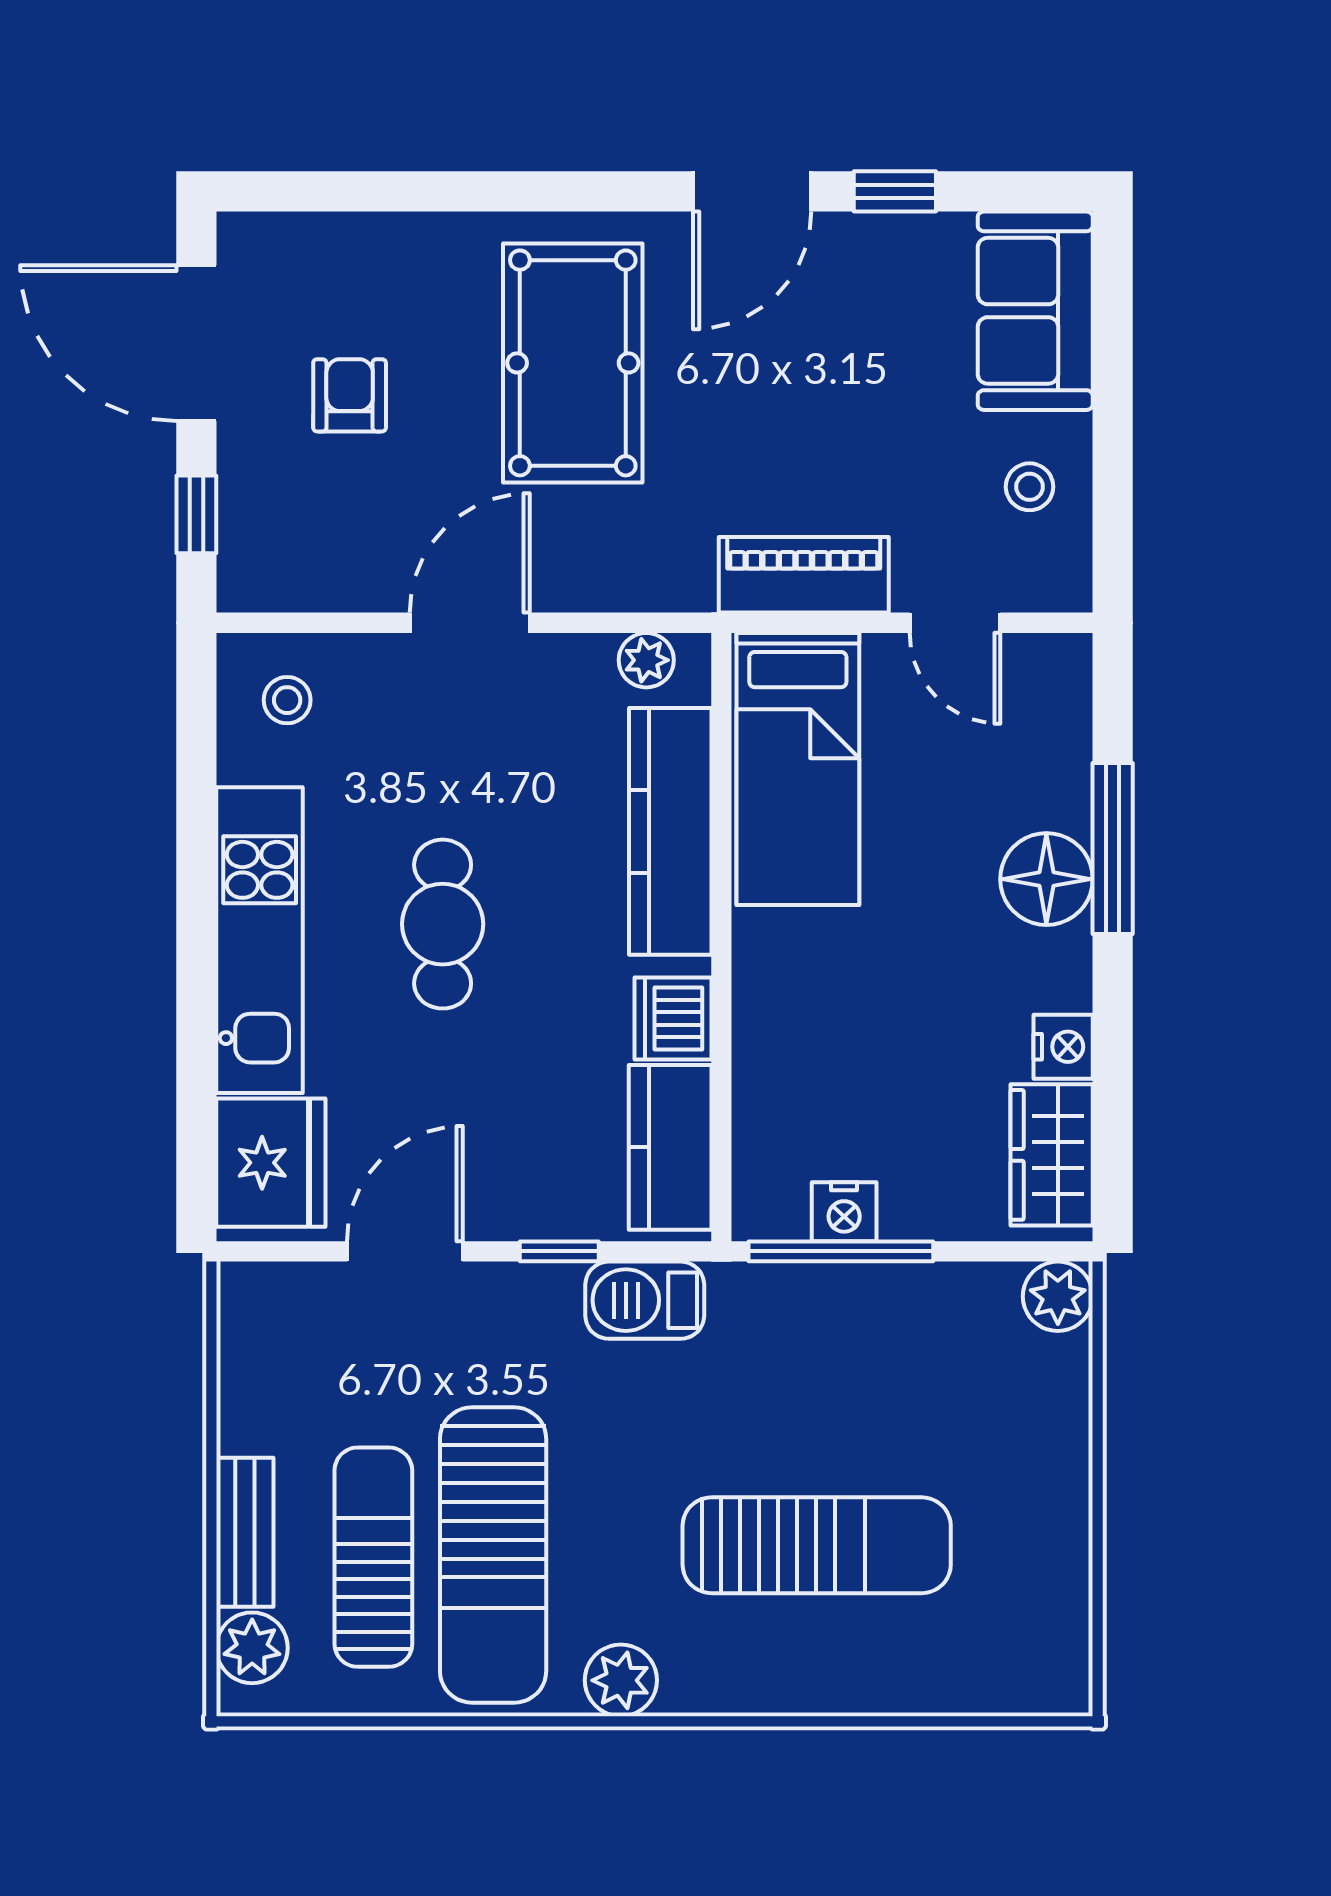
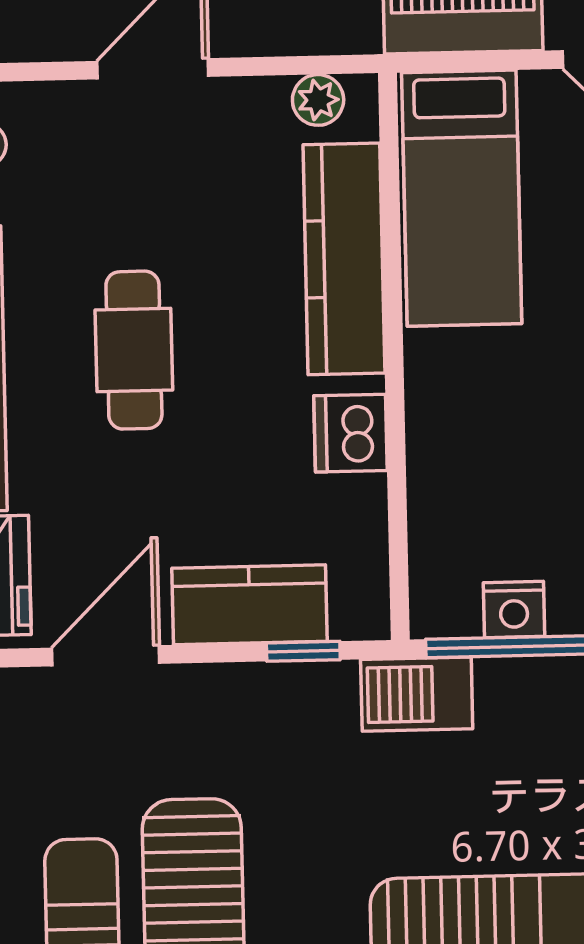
kitchen counter: (670, 1147) -> (250, 605), moved, turned 90
window: (559, 1251) -> (303, 651), moved
barbecue: (645, 1300) -> (417, 694), moved

